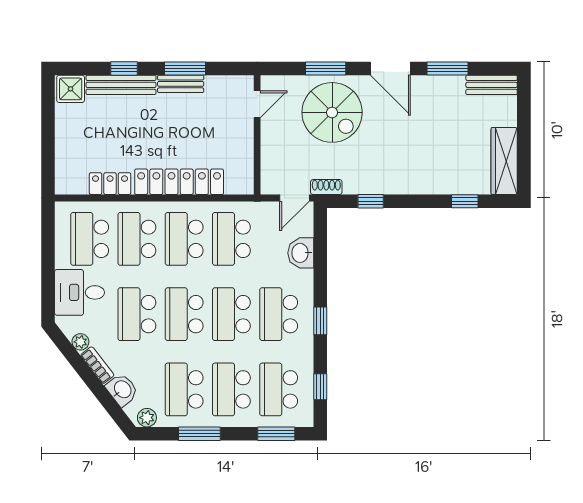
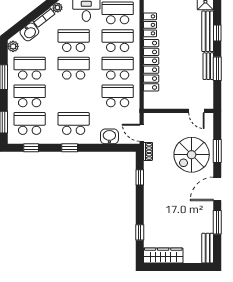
school desk: (231, 314) -> (74, 96), removed

